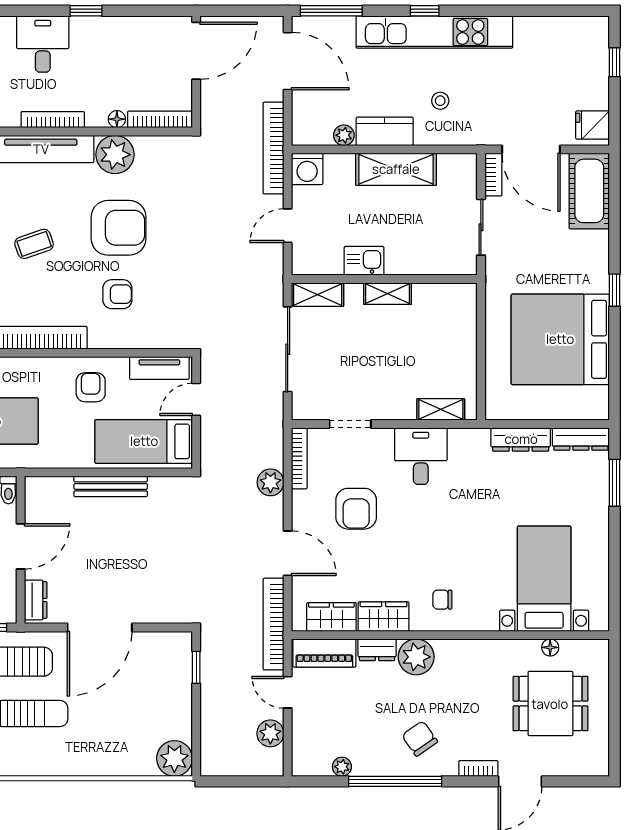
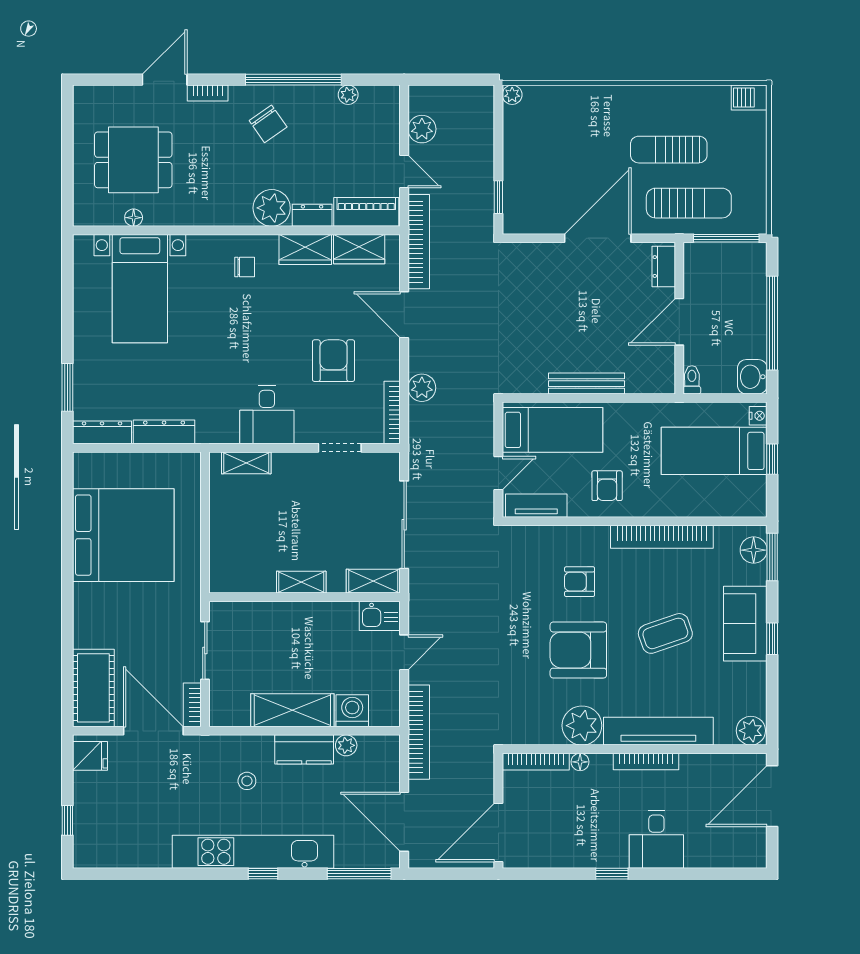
washing machine: (307, 169) -> (352, 711), moved
coffee table: (34, 244) -> (665, 633), width x1.36, depth x1.30
kitchen sink: (364, 261) -> (380, 616), moved
window: (614, 290) -> (67, 586), removed
plant: (174, 758) -> (512, 95), width x0.53, depth x0.53

